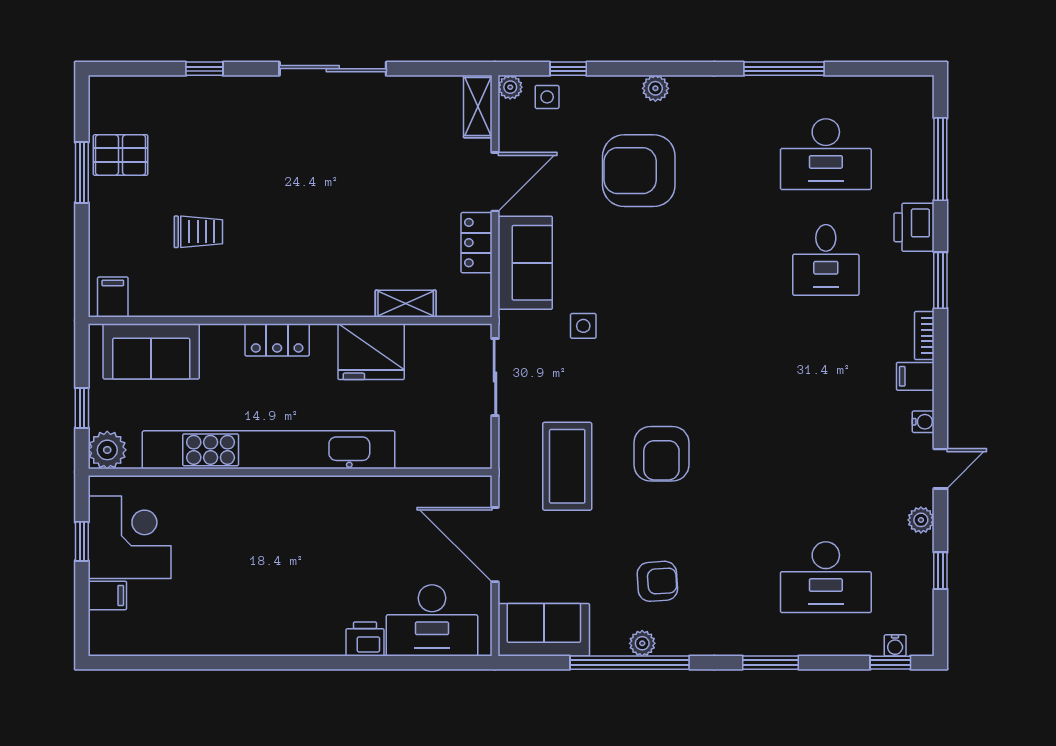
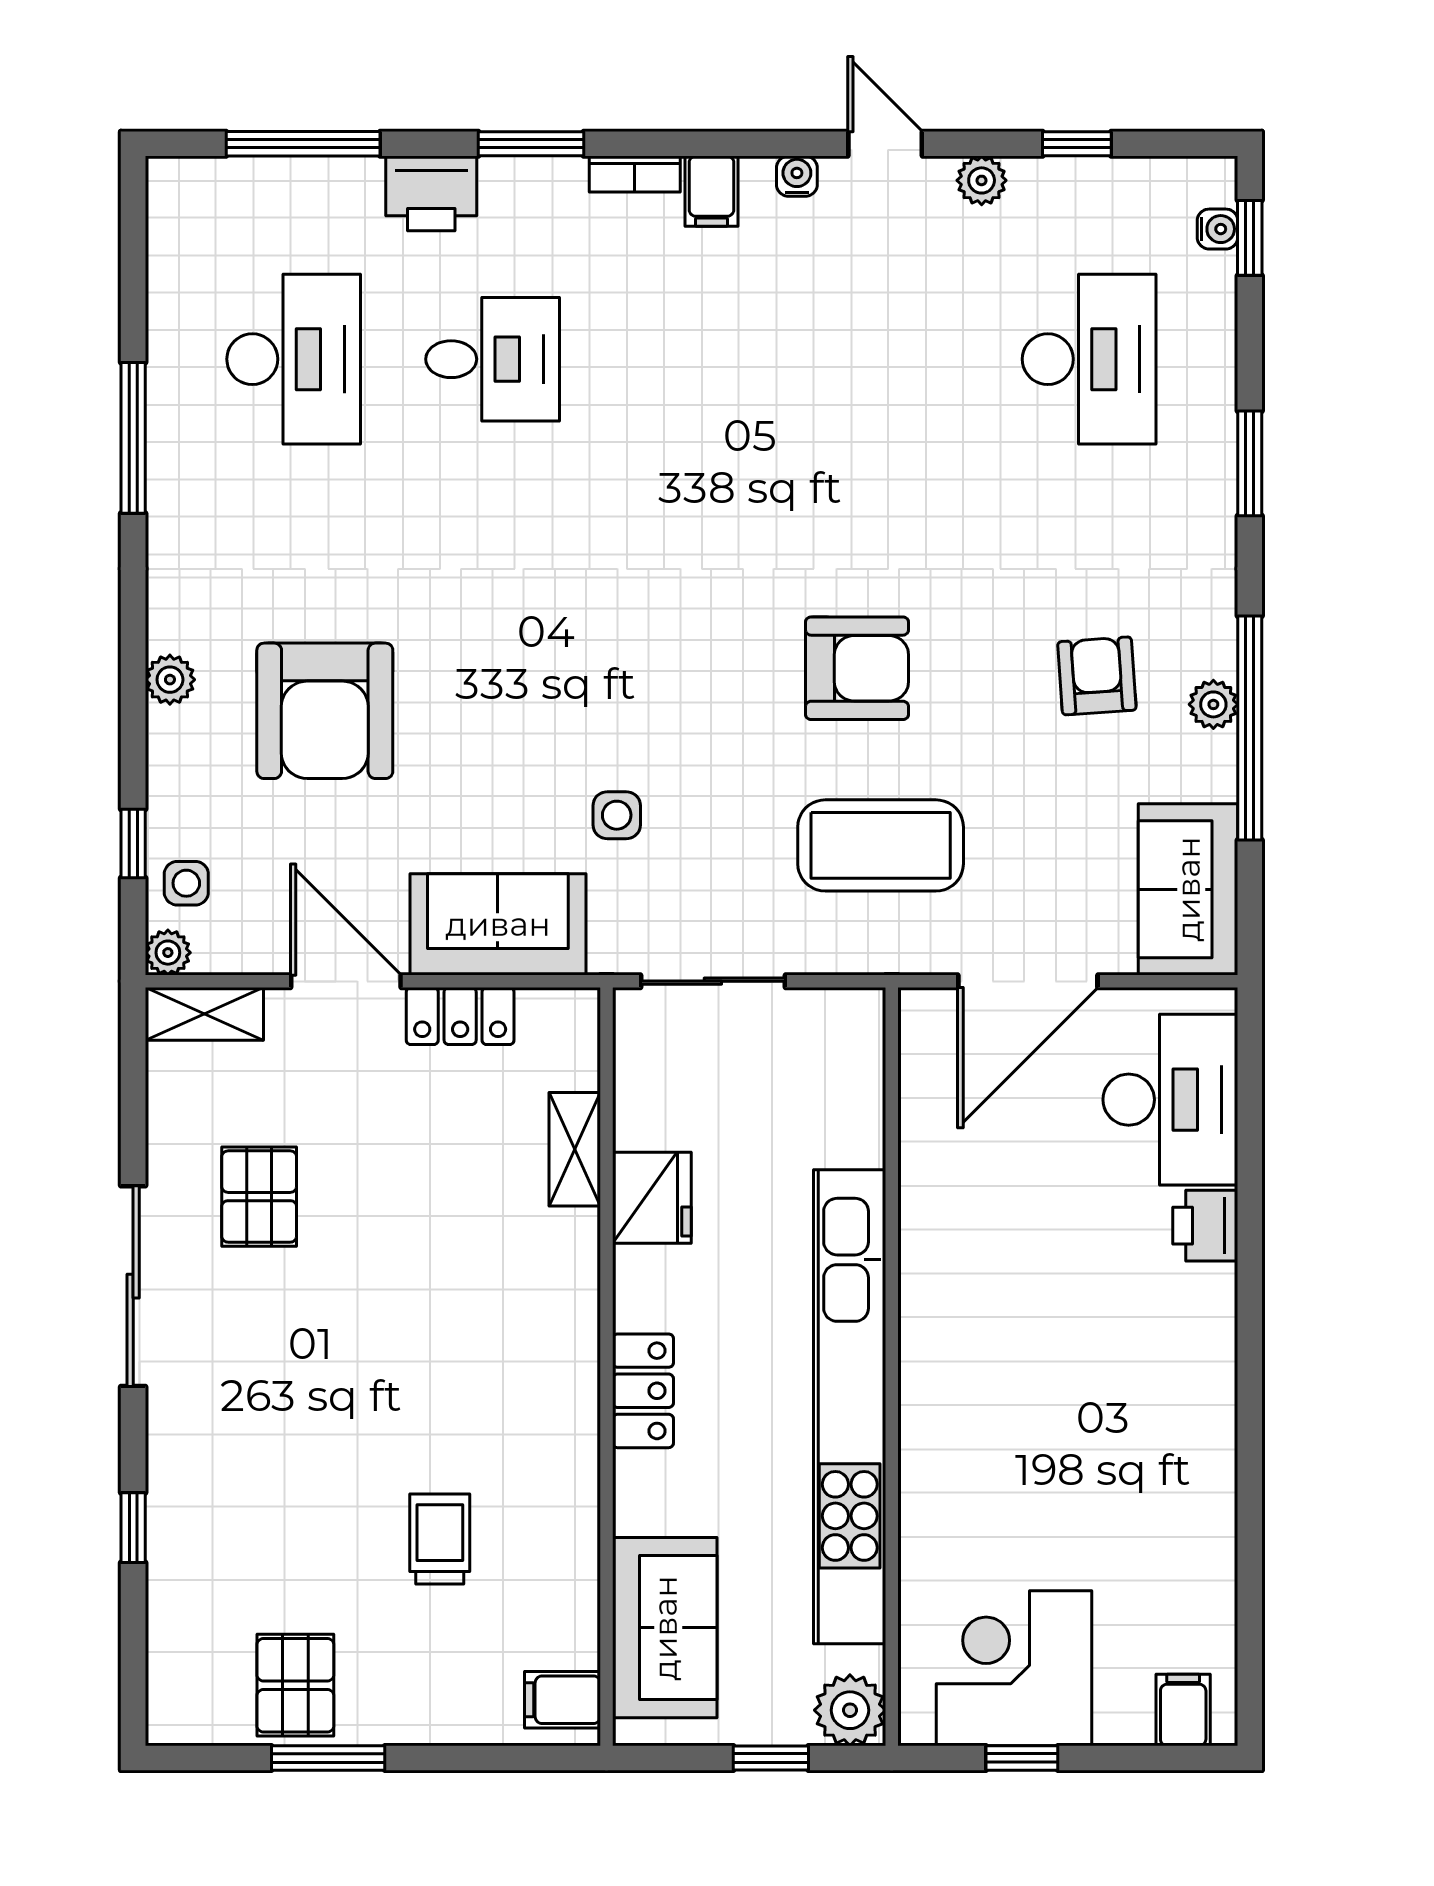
pallet: (380, 136) -> (259, 1197), added
fridge: (371, 352) -> (652, 1198), width x0.73, depth x0.75
filing cabinet: (107, 595) -> (1183, 1710), moved

